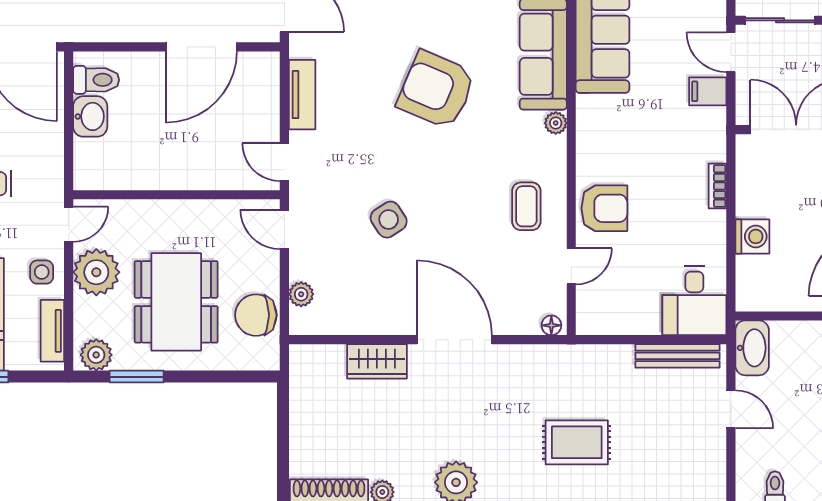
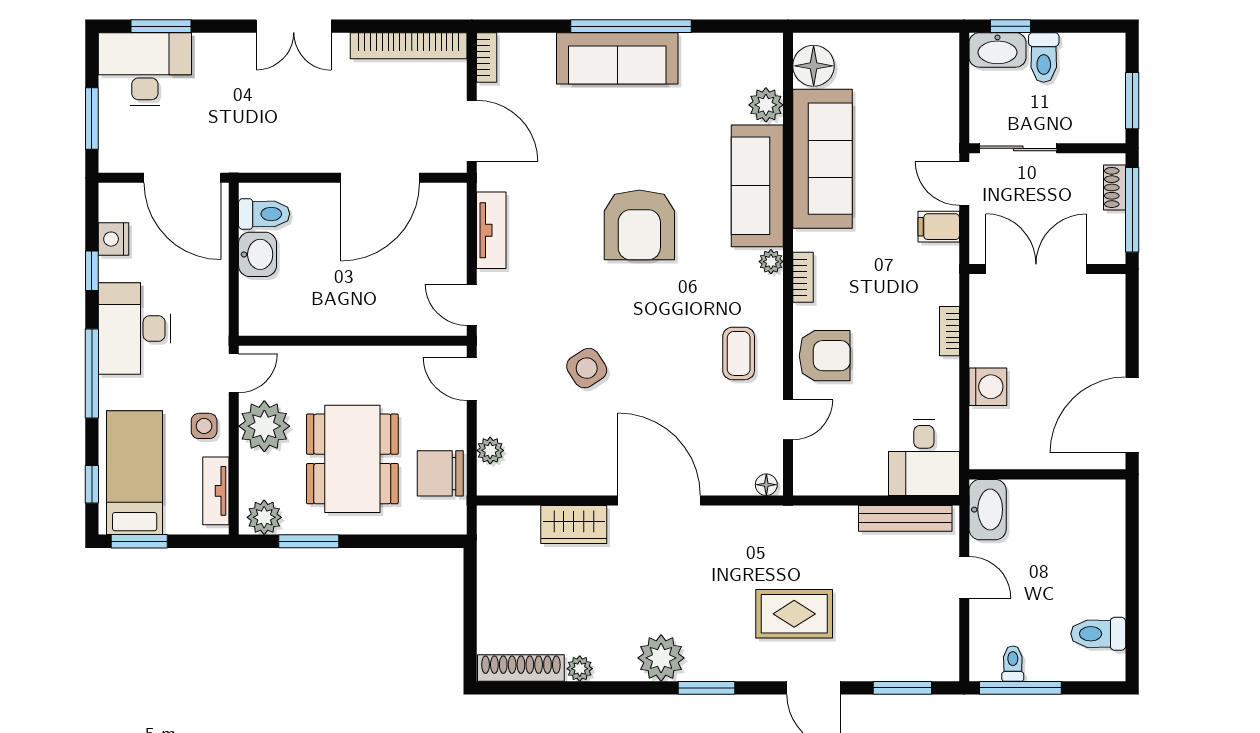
armchair: (436, 90) -> (639, 225), turned -113
bookcase: (585, 137) -> (803, 277), added

